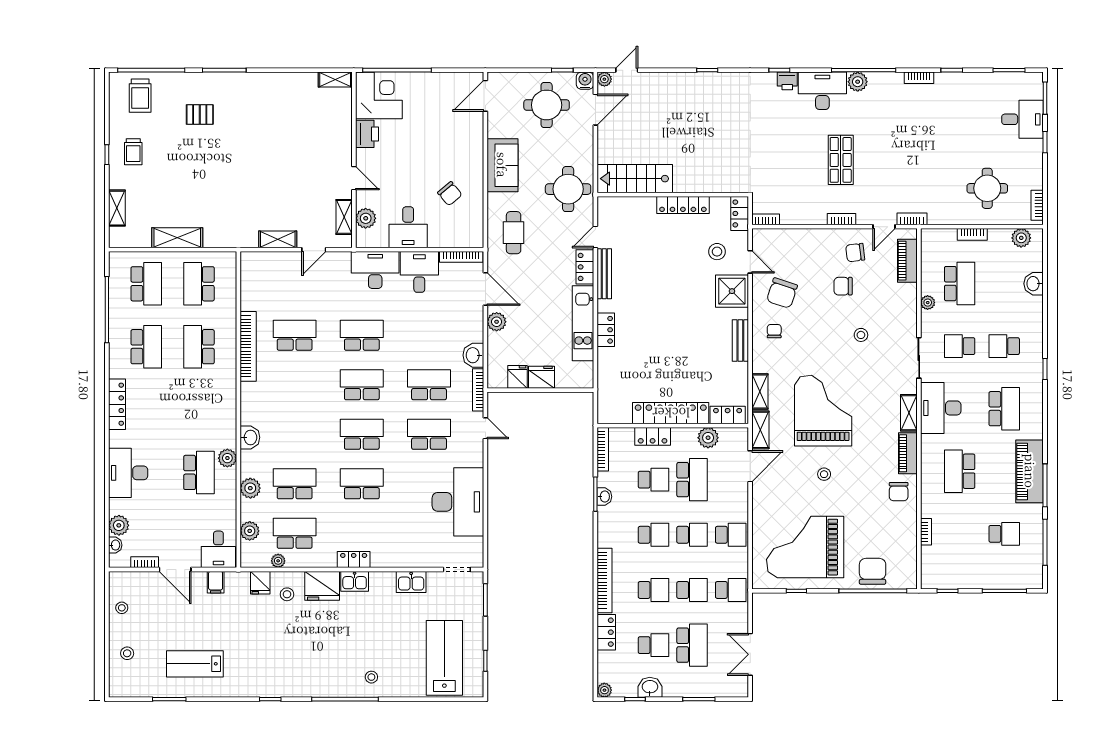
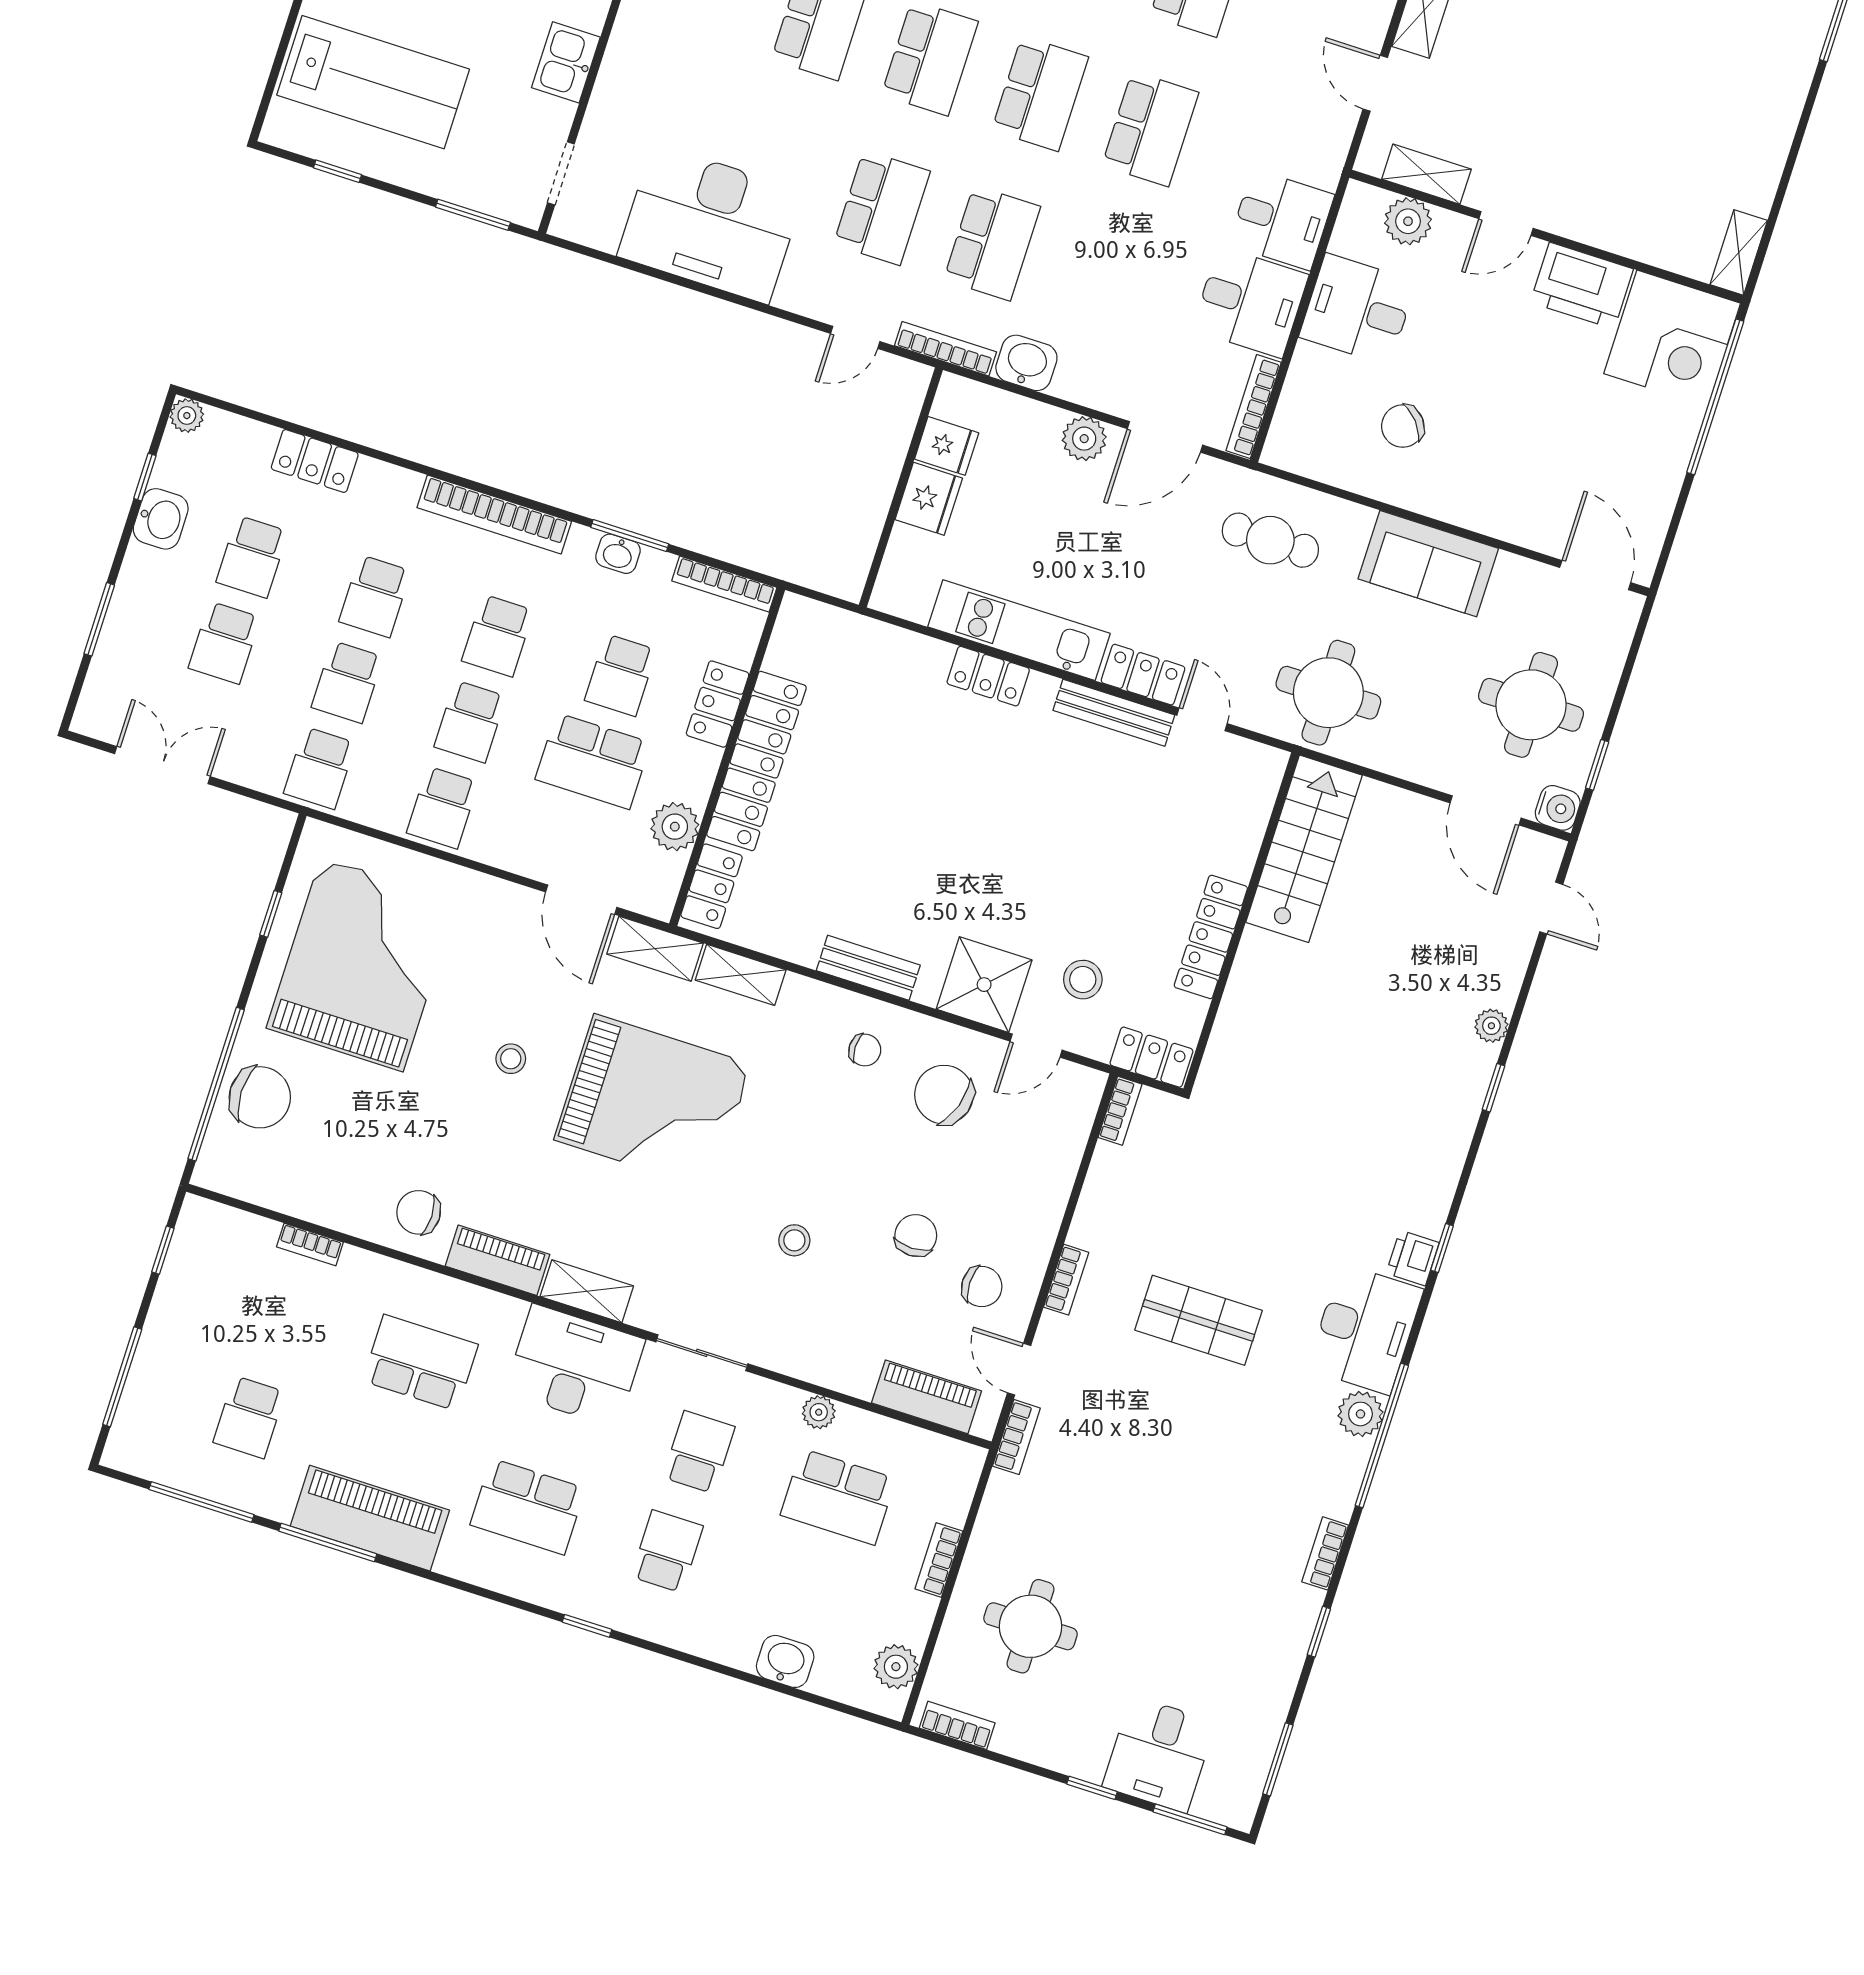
plant: (604, 79) -> (1491, 1026), moved
printer: (367, 134) -> (1582, 286), width x1.37, depth x1.19
chair: (855, 253) -> (982, 1287), turned 97
desk: (375, 270) -> (1281, 220), width x0.73
bookcase: (605, 580) -> (494, 514), moved
school desk: (692, 645) -> (224, 643), width x0.54

